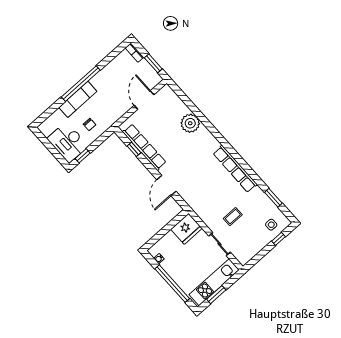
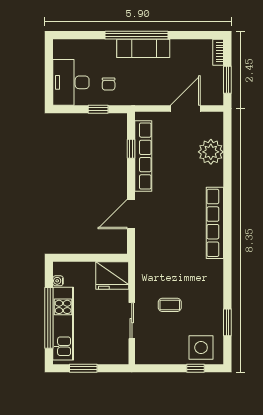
exam couch: (78, 99) -> (143, 48), moved
plant: (190, 123) -> (211, 152), moved
window: (83, 156) -> (98, 109), moved
row of seats: (235, 169) -> (215, 223), moved
side table: (271, 225) -> (201, 347), width x1.87, depth x1.87
kitchen unit: (214, 282) -> (63, 324), moved, turned 90

